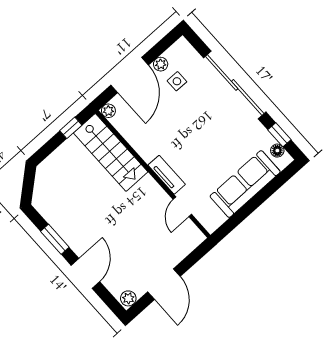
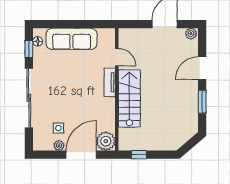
plant: (108, 111) -> (106, 141), width x1.88, depth x1.88
stairs: (111, 152) -> (129, 99), moved
door: (182, 207) -> (117, 57), hinge flipped

